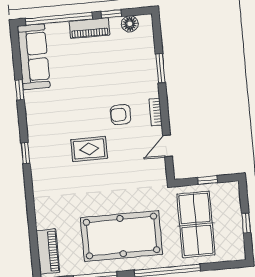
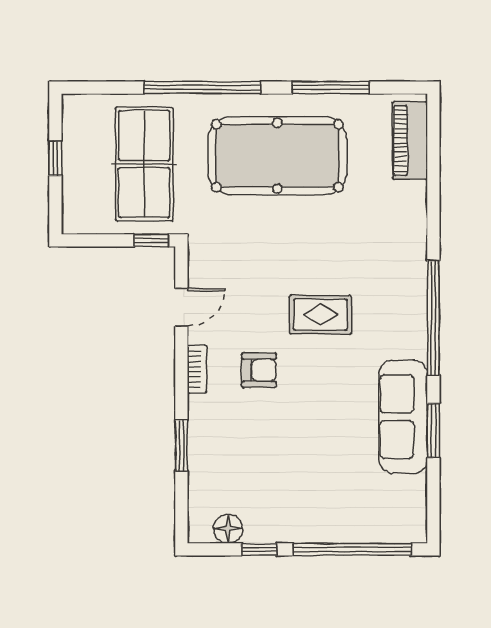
piano: (89, 28) -> (300, 528), removed
sofa: (34, 57) -> (403, 417), moved
window: (20, 90) -> (433, 431), width x1.50
window: (25, 153) -> (433, 318), width x3.17
window: (208, 180) -> (151, 240), moved

